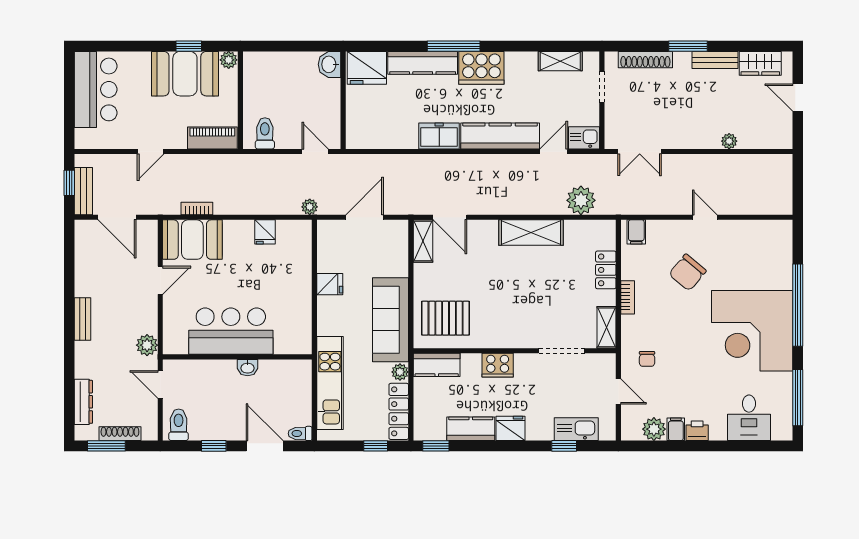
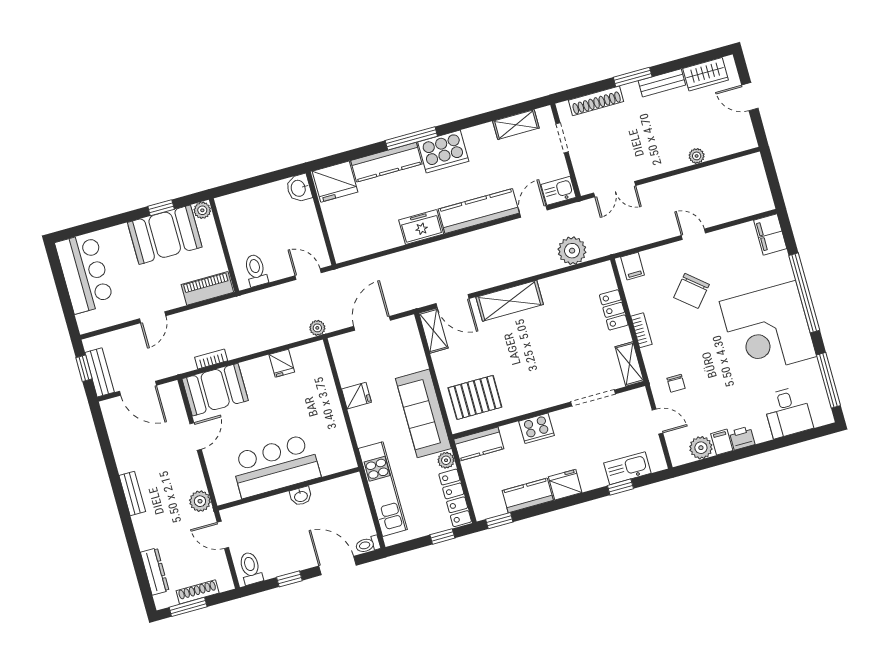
shelving: (531, 233) -> (510, 301), moved
filing cabinet: (780, 238) -> (770, 234), added

